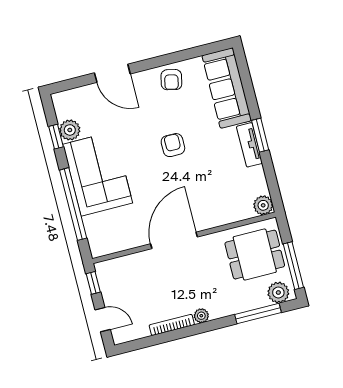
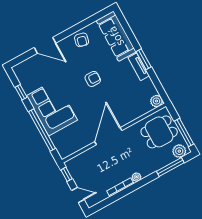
plant: (70, 130) -> (28, 86), removed
armchair: (173, 145) -> (93, 79), turned 90

